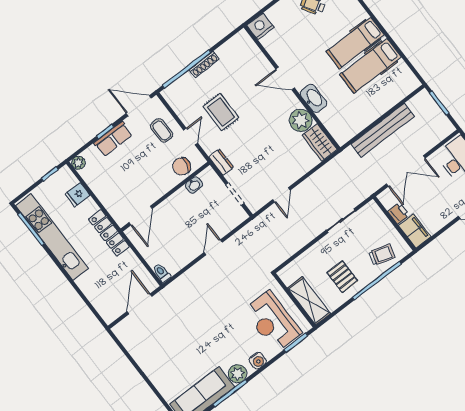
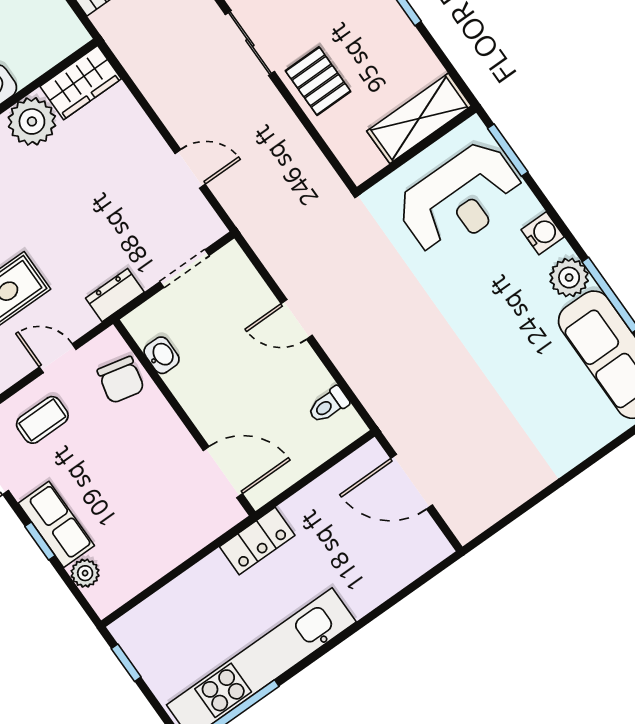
plant: (78, 163) -> (85, 573), moved
fridge: (78, 195) -> (173, 605), removed
locker: (109, 233) -> (257, 541), width x0.66
toilet: (162, 273) -> (328, 405), moved
pallet: (342, 277) -> (318, 81), moved, turned 90

